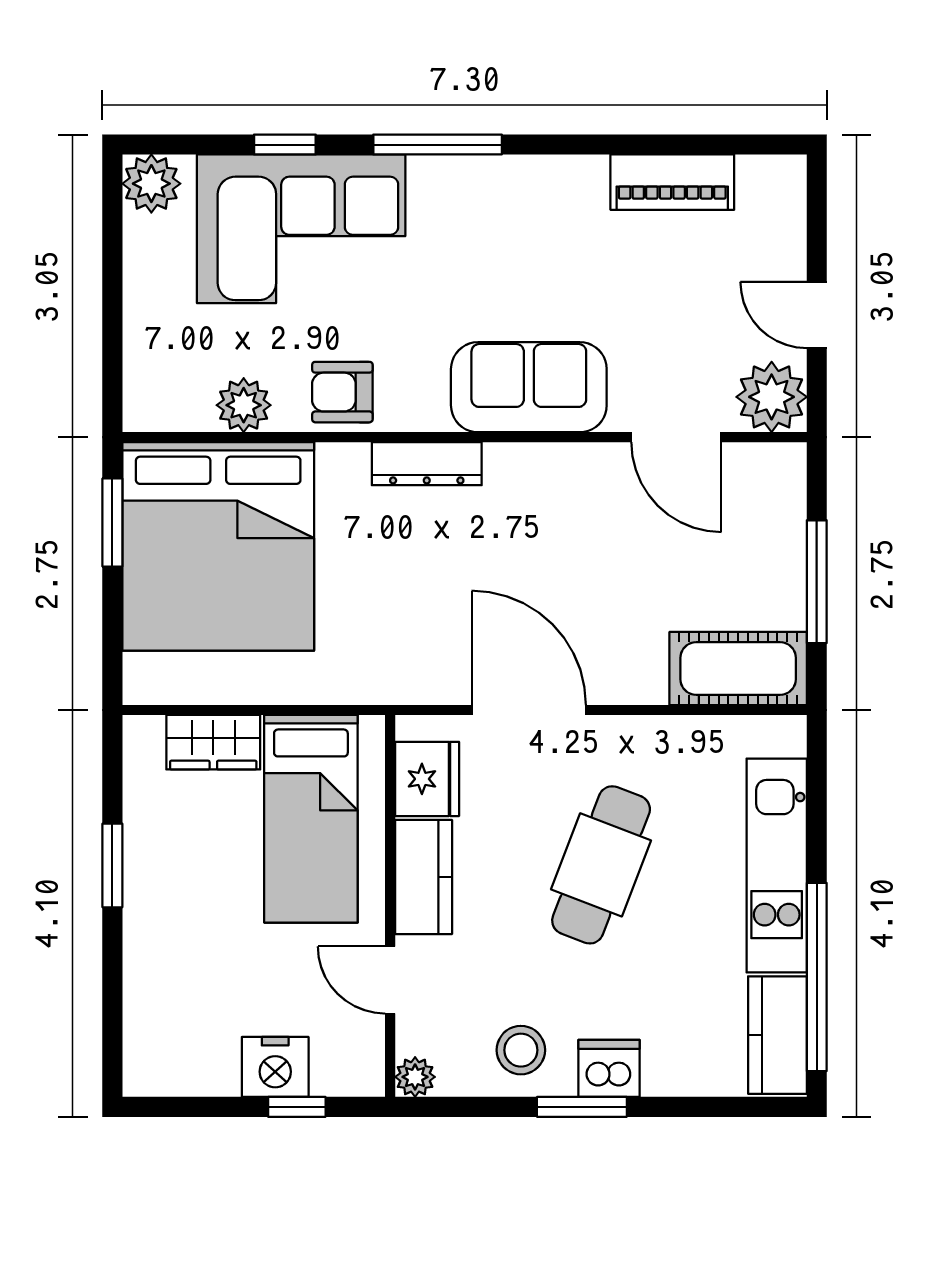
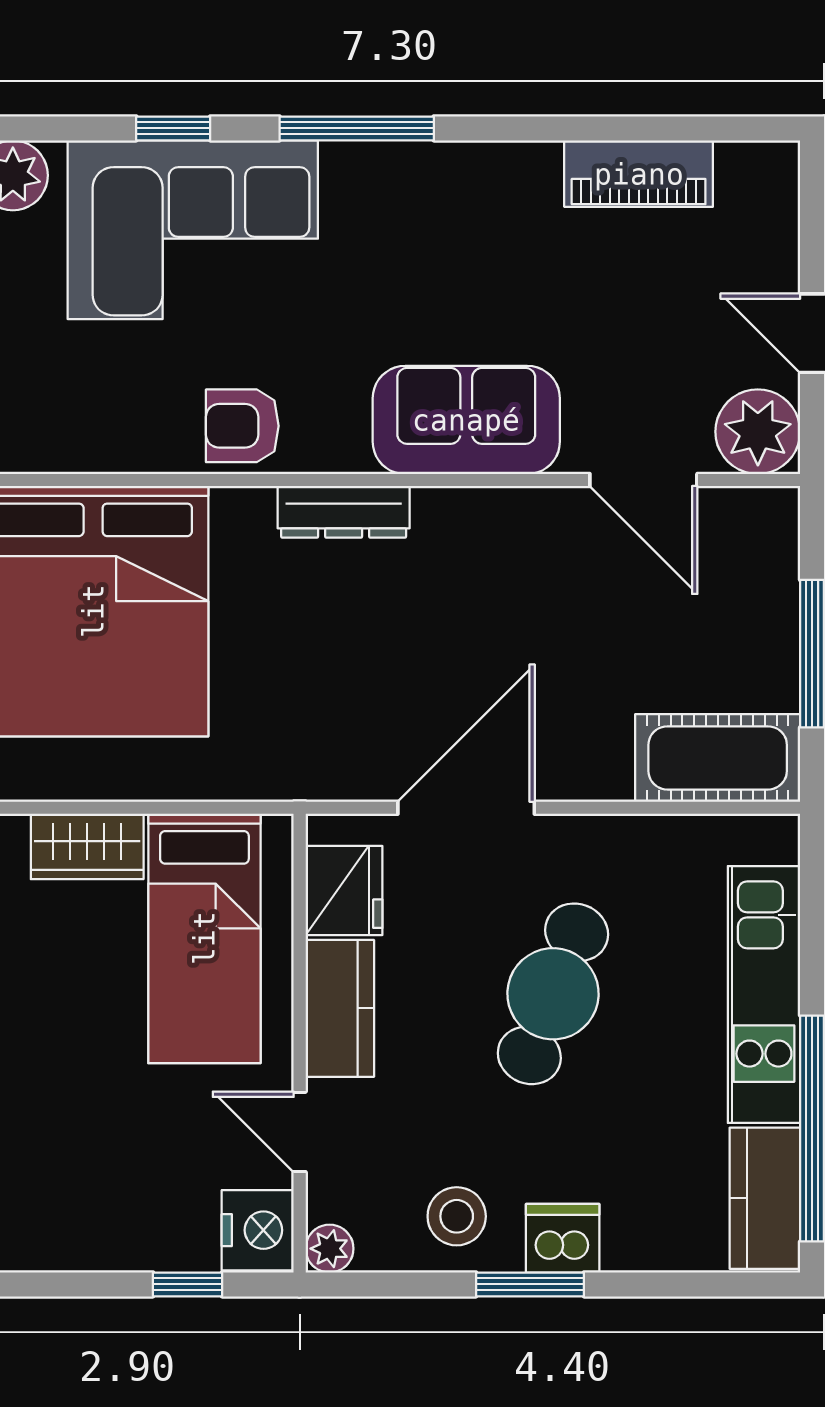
plant: (244, 405) -> (124, 442), removed
door: (529, 710) -> (466, 808), hinge flipped
nightstand: (275, 1067) -> (258, 1230), moved, turned -90

